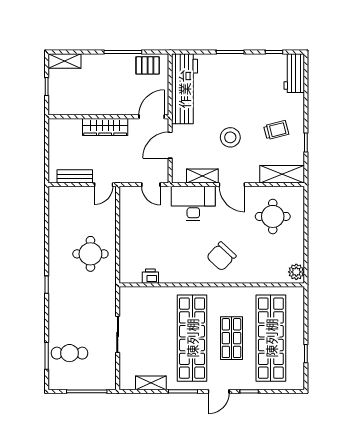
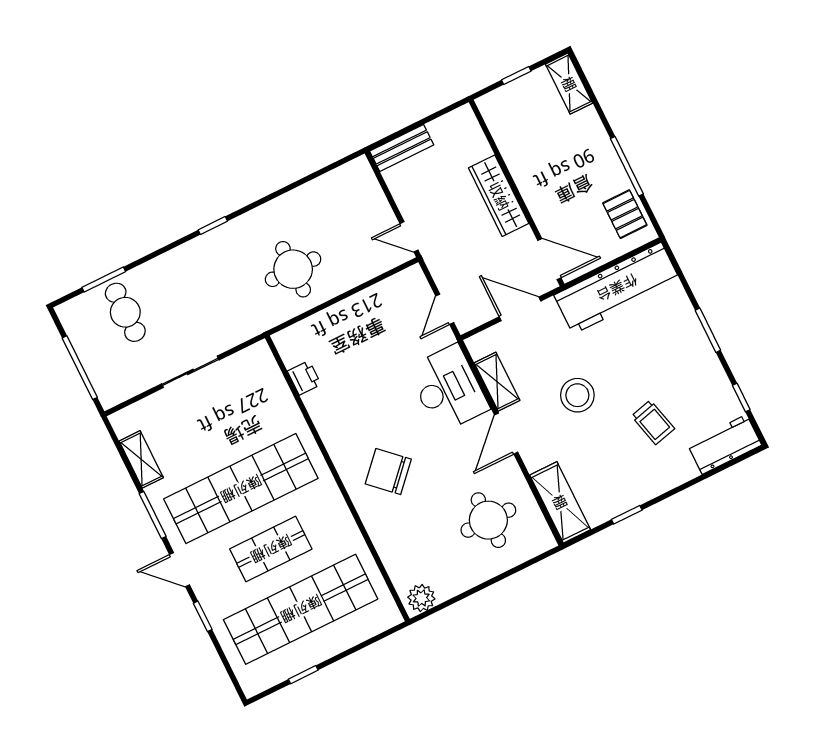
trolley: (276, 130) -> (653, 422), moved
bench: (75, 176) -> (402, 148), moved, turned 90

